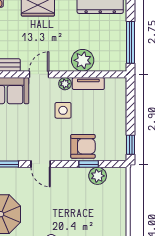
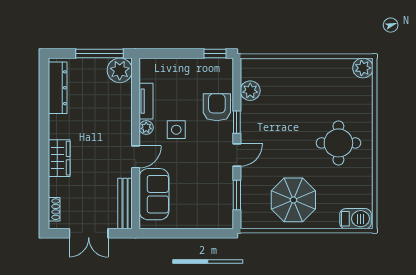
plant: (83, 60) -> (120, 70), moved
door: (39, 74) -> (136, 157), swing flipped
window: (89, 164) -> (237, 122), moved

